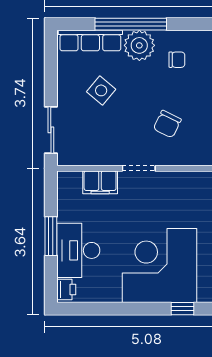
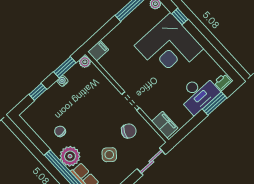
chair: (167, 124) -> (129, 131), moved
filing cabinet: (100, 182) -> (165, 125), moved
window: (51, 236) -> (215, 103), moved

